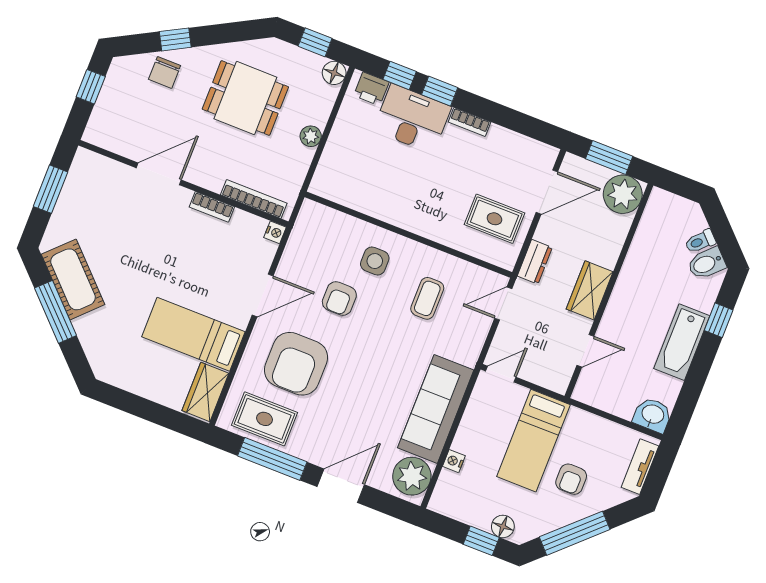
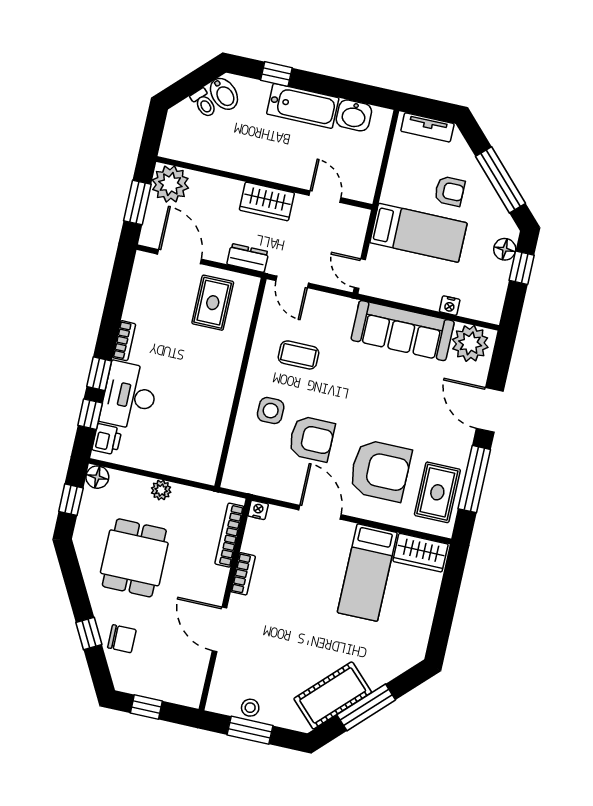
stool: (74, 193) -> (250, 708), added
armchair: (339, 298) -> (312, 439), width x1.38, depth x1.38
washbasin: (653, 415) -> (354, 115), moved, turned -90

